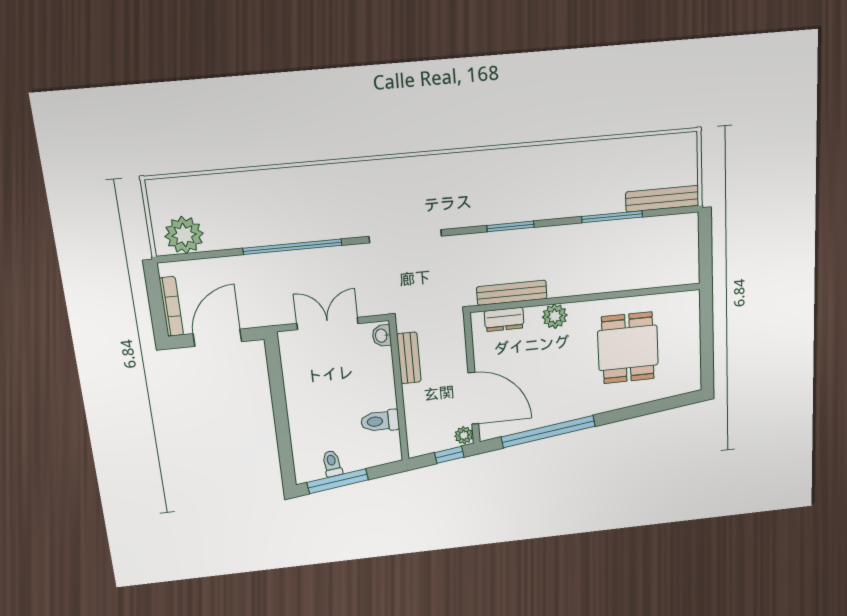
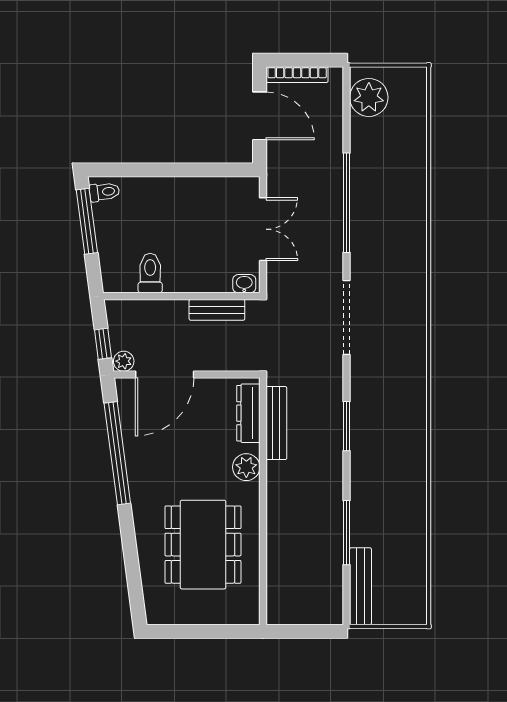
dresser: (504, 319) -> (248, 413), width x1.44
dining table: (628, 348) -> (203, 545), width x1.38
toilet: (332, 464) -> (104, 192), moved

